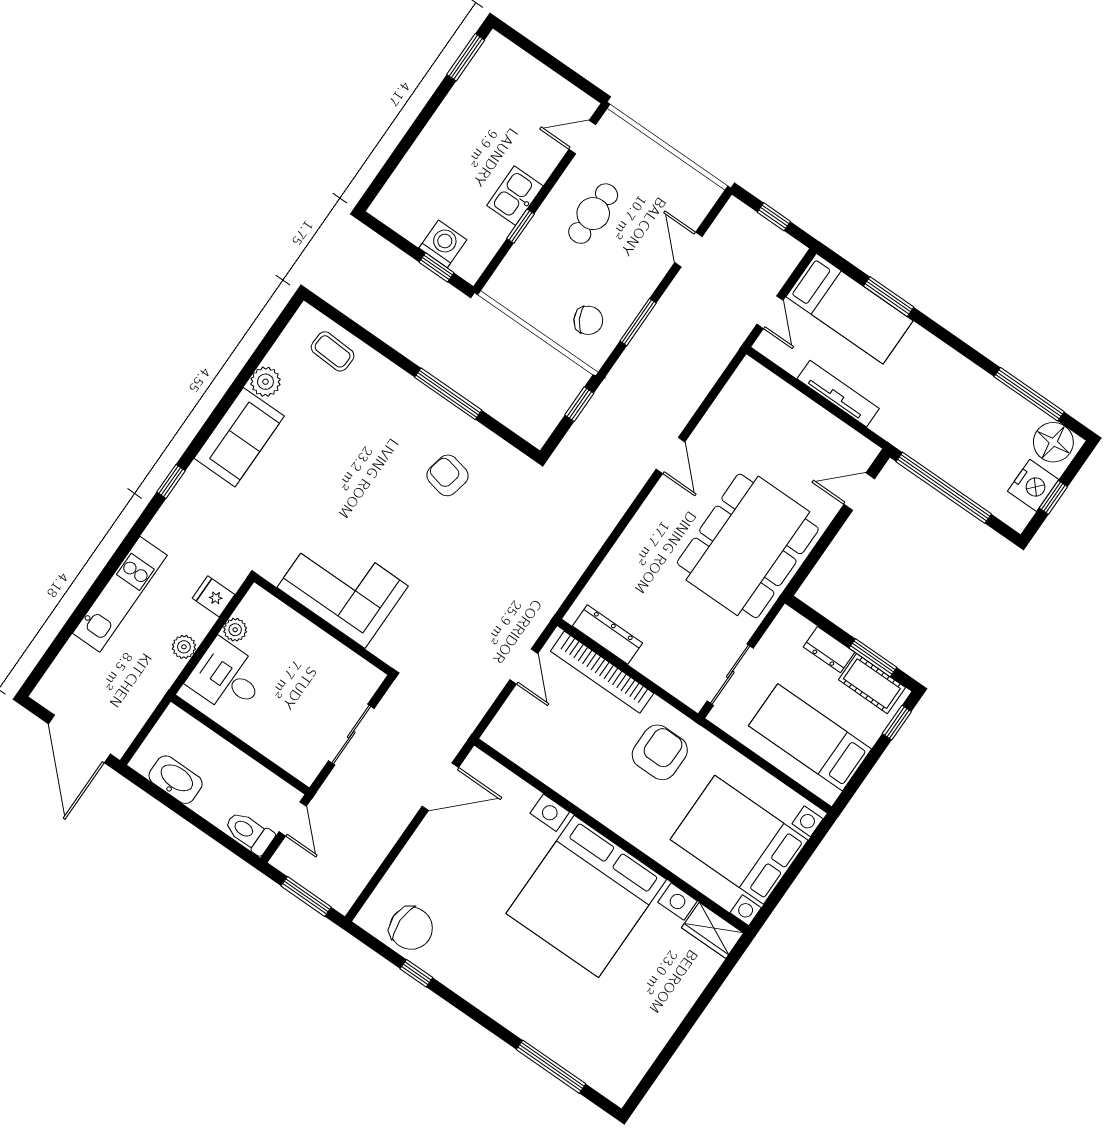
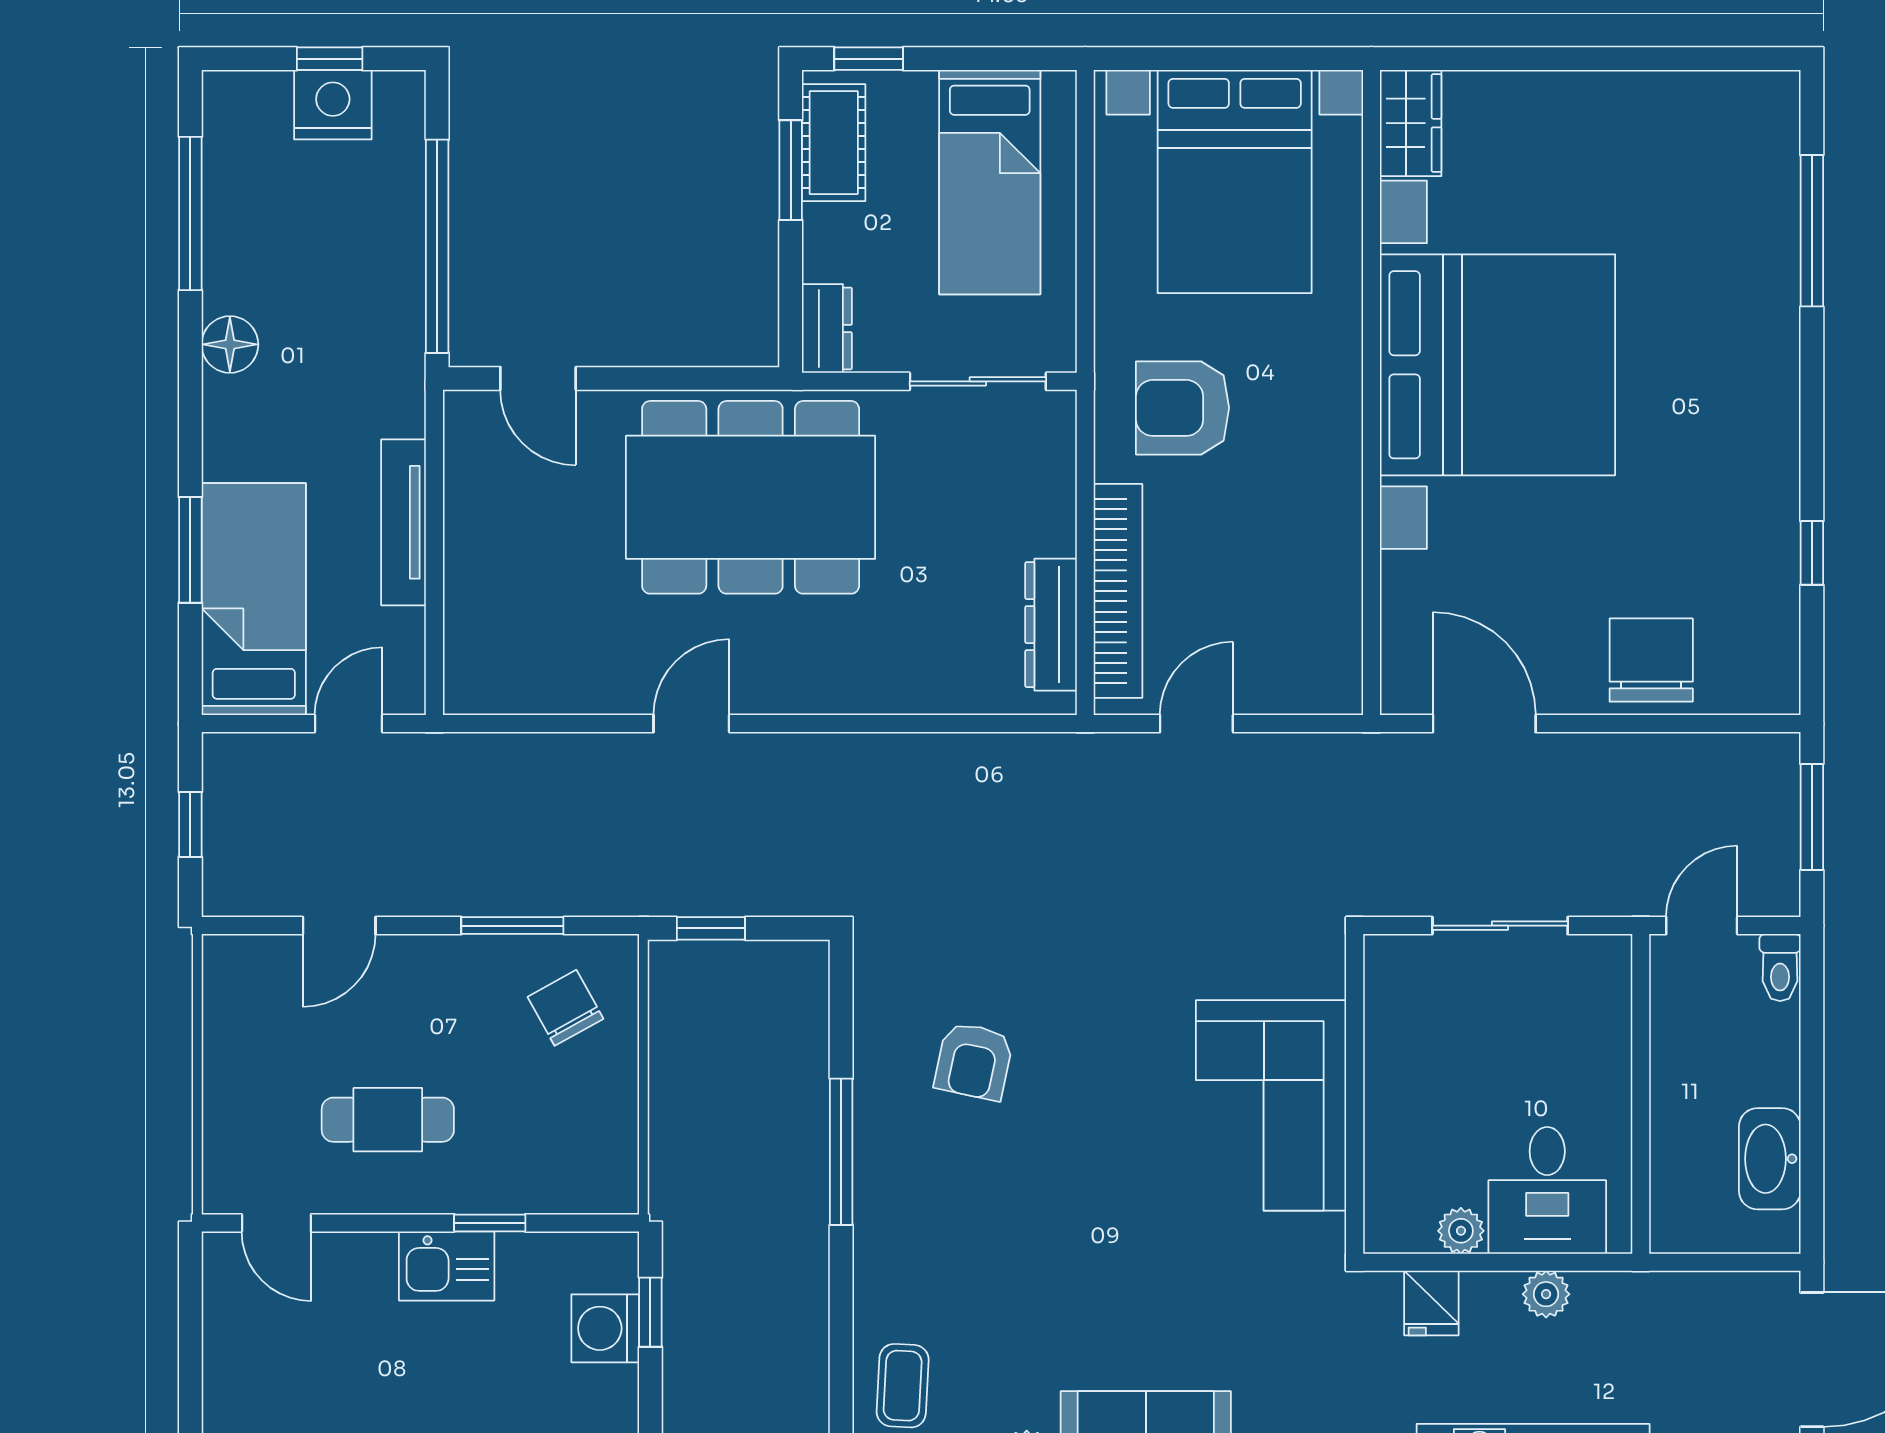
floor lamp: (1053, 442) -> (230, 344), moved, width x0.73, depth x0.73
dresser: (829, 650) -> (827, 328), moved
toilet: (249, 832) -> (1780, 968), width x0.73, depth x0.72
chair: (411, 928) -> (1651, 660), moved

